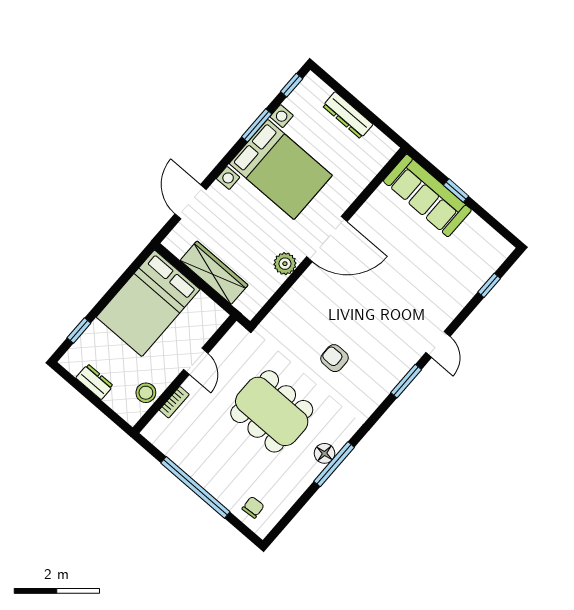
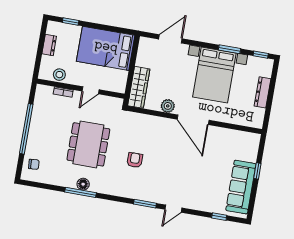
sofa: (427, 195) -> (241, 187), moved
wardrobe: (214, 273) -> (139, 87), moved

